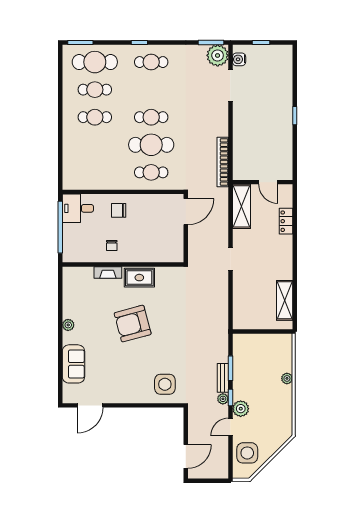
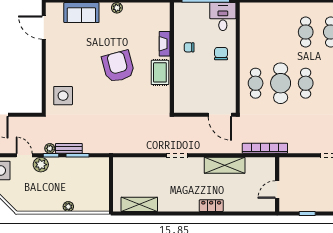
wall: (263, 182) -> (277, 184), moved
door: (268, 182) -> (277, 190), moved

